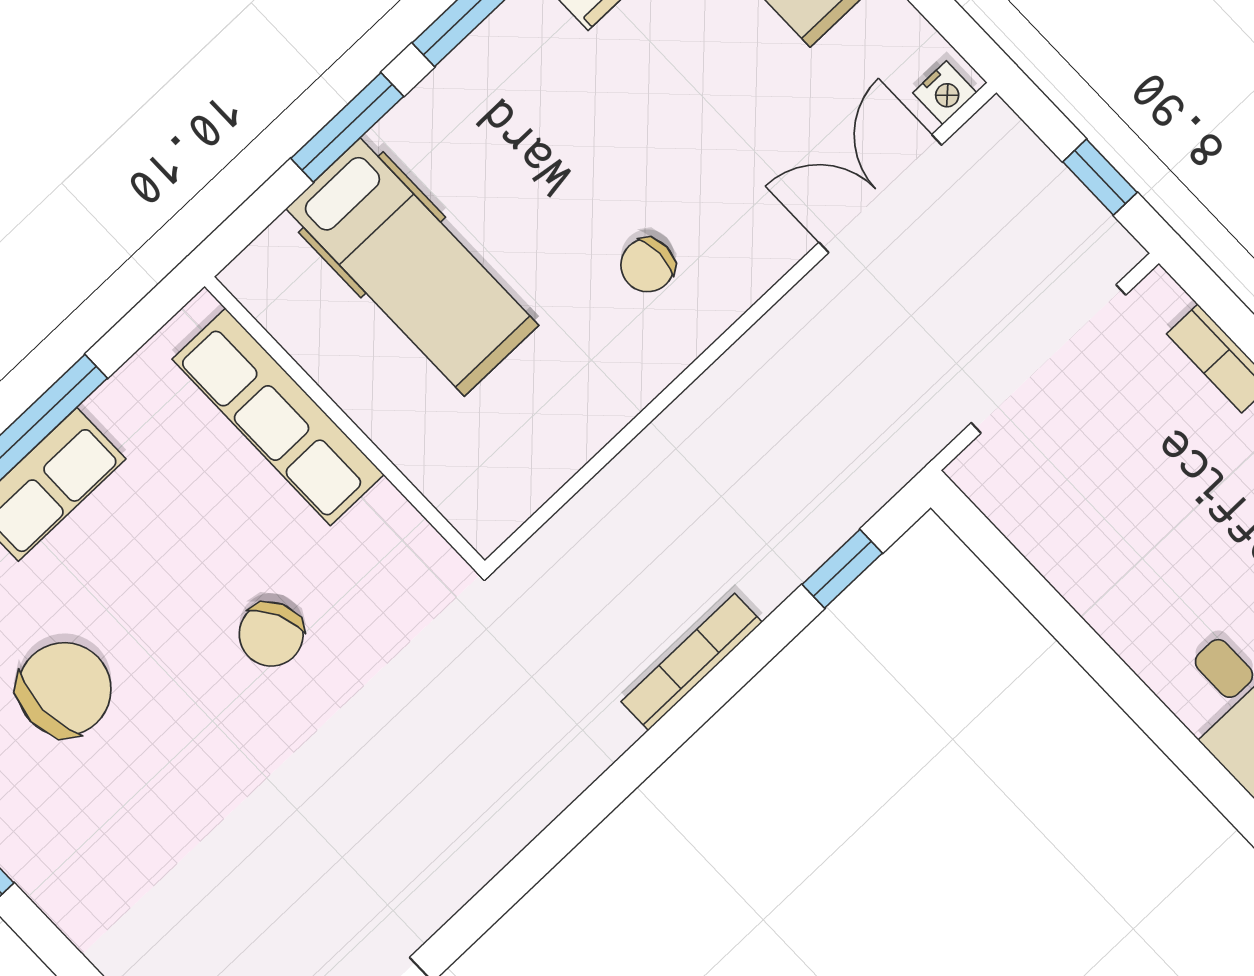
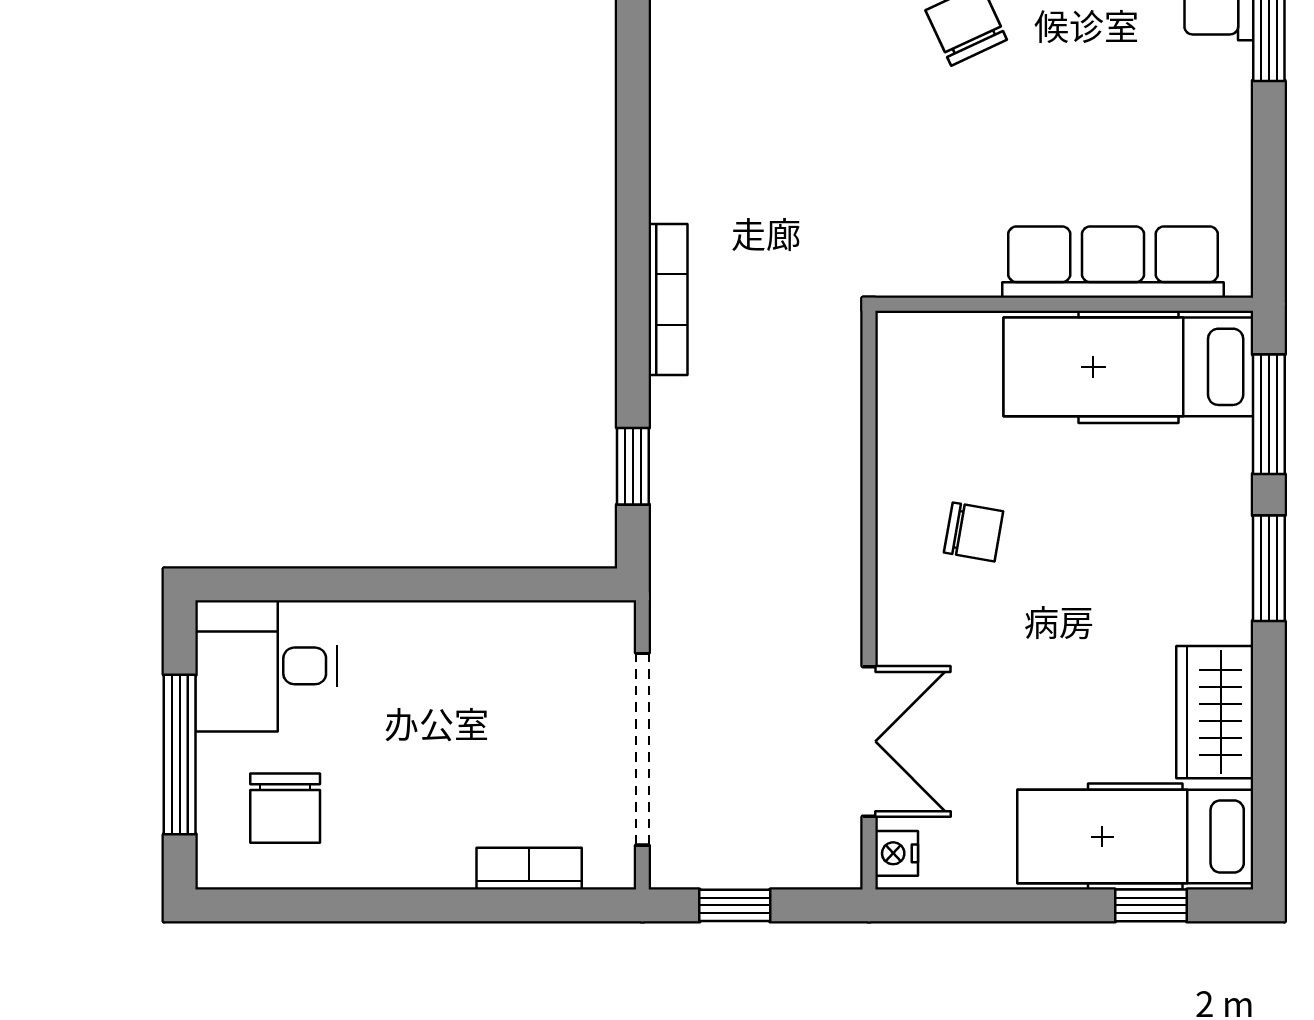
chair: (648, 265) -> (974, 532), turned 100
row of seats: (278, 417) -> (1113, 262), moved
wall: (345, 423) -> (1064, 304), moved

